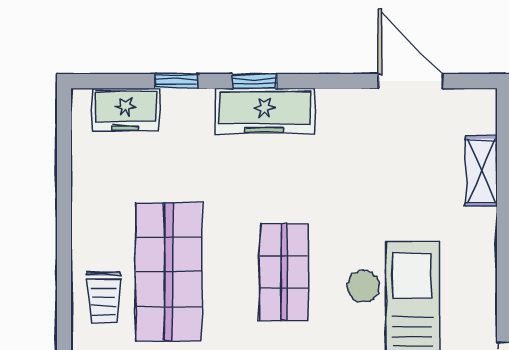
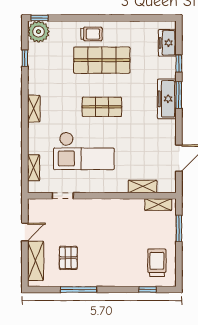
window: (255, 81) -> (179, 95), width x1.50
trolley: (104, 298) -> (91, 34), turned 180

